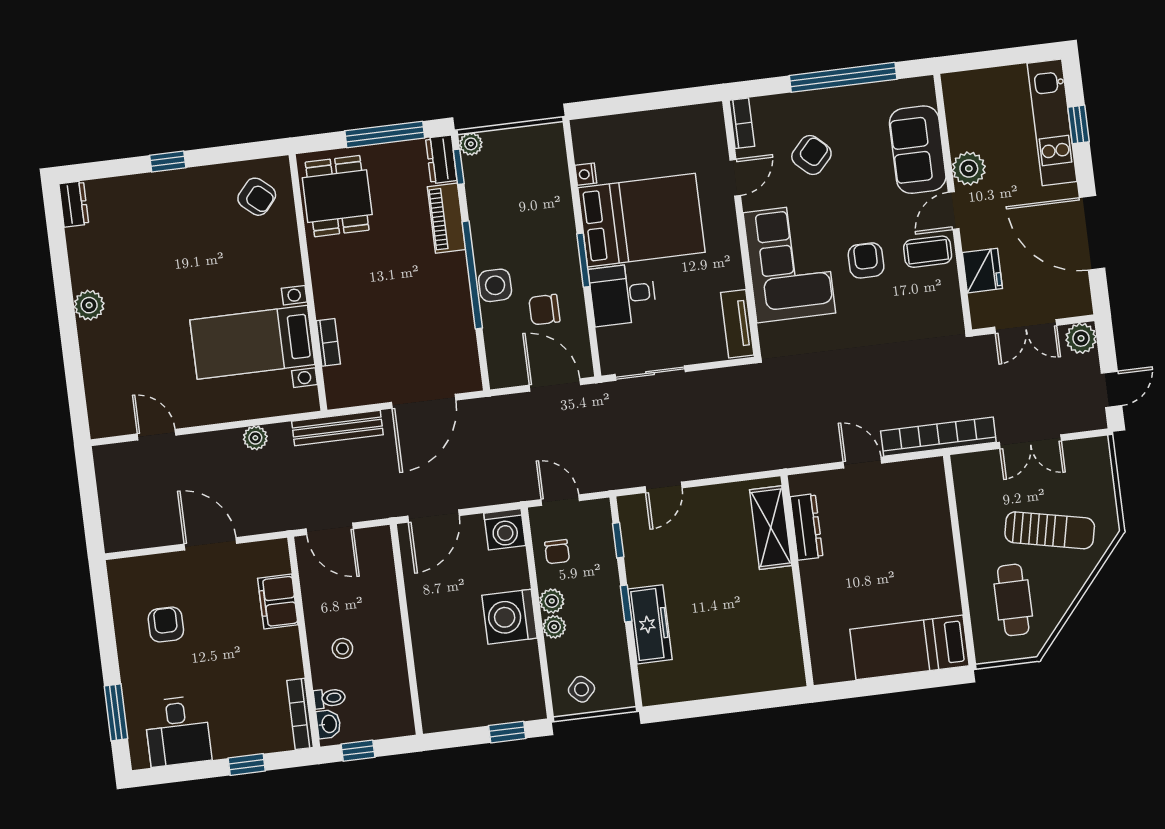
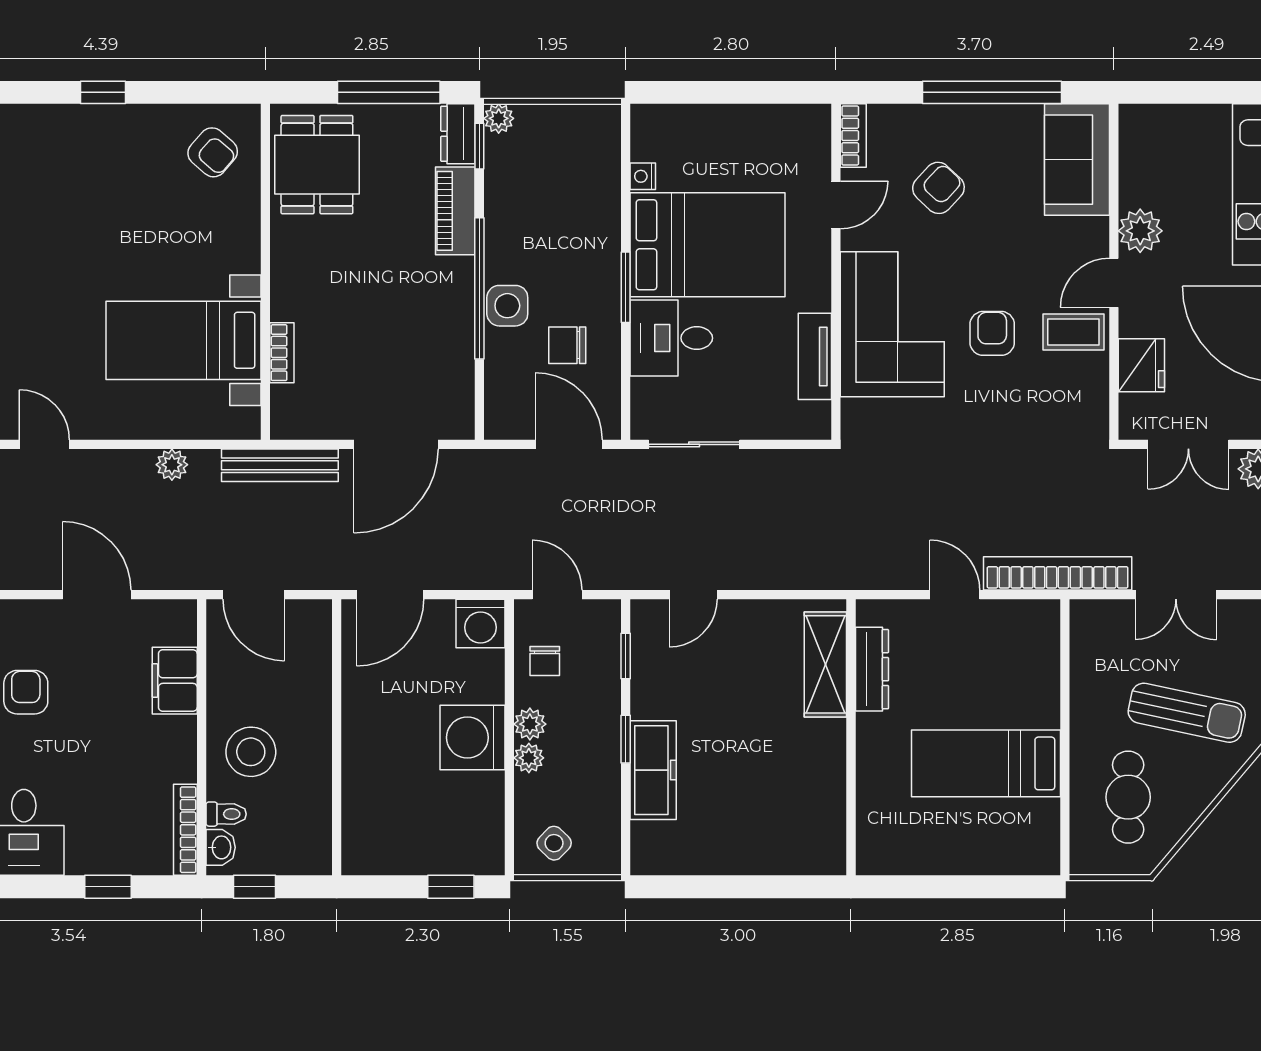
sofa: (918, 150) -> (1077, 160), moved
tv unit: (737, 324) -> (815, 356), moved
bed: (910, 647) -> (986, 763), moved
stool: (342, 648) -> (251, 752), width x1.89, depth x1.89

